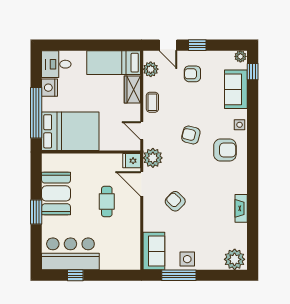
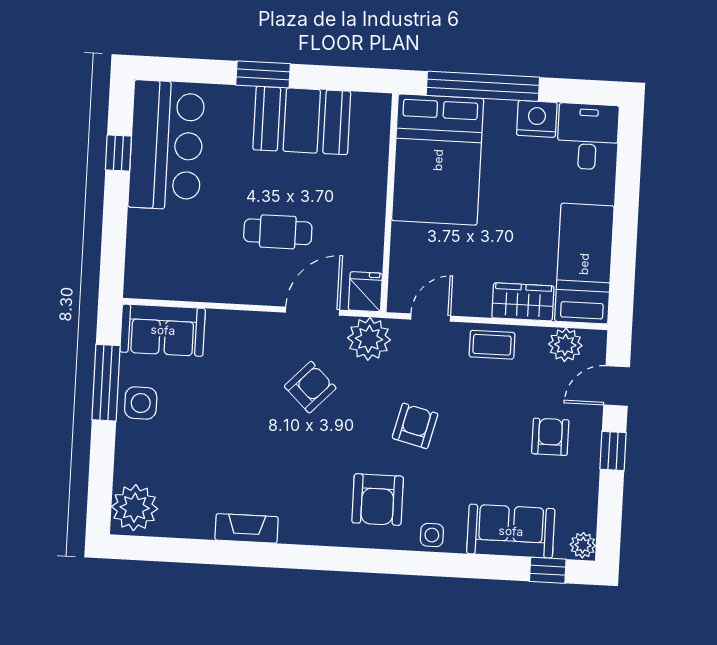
armchair: (175, 201) -> (310, 387), moved

